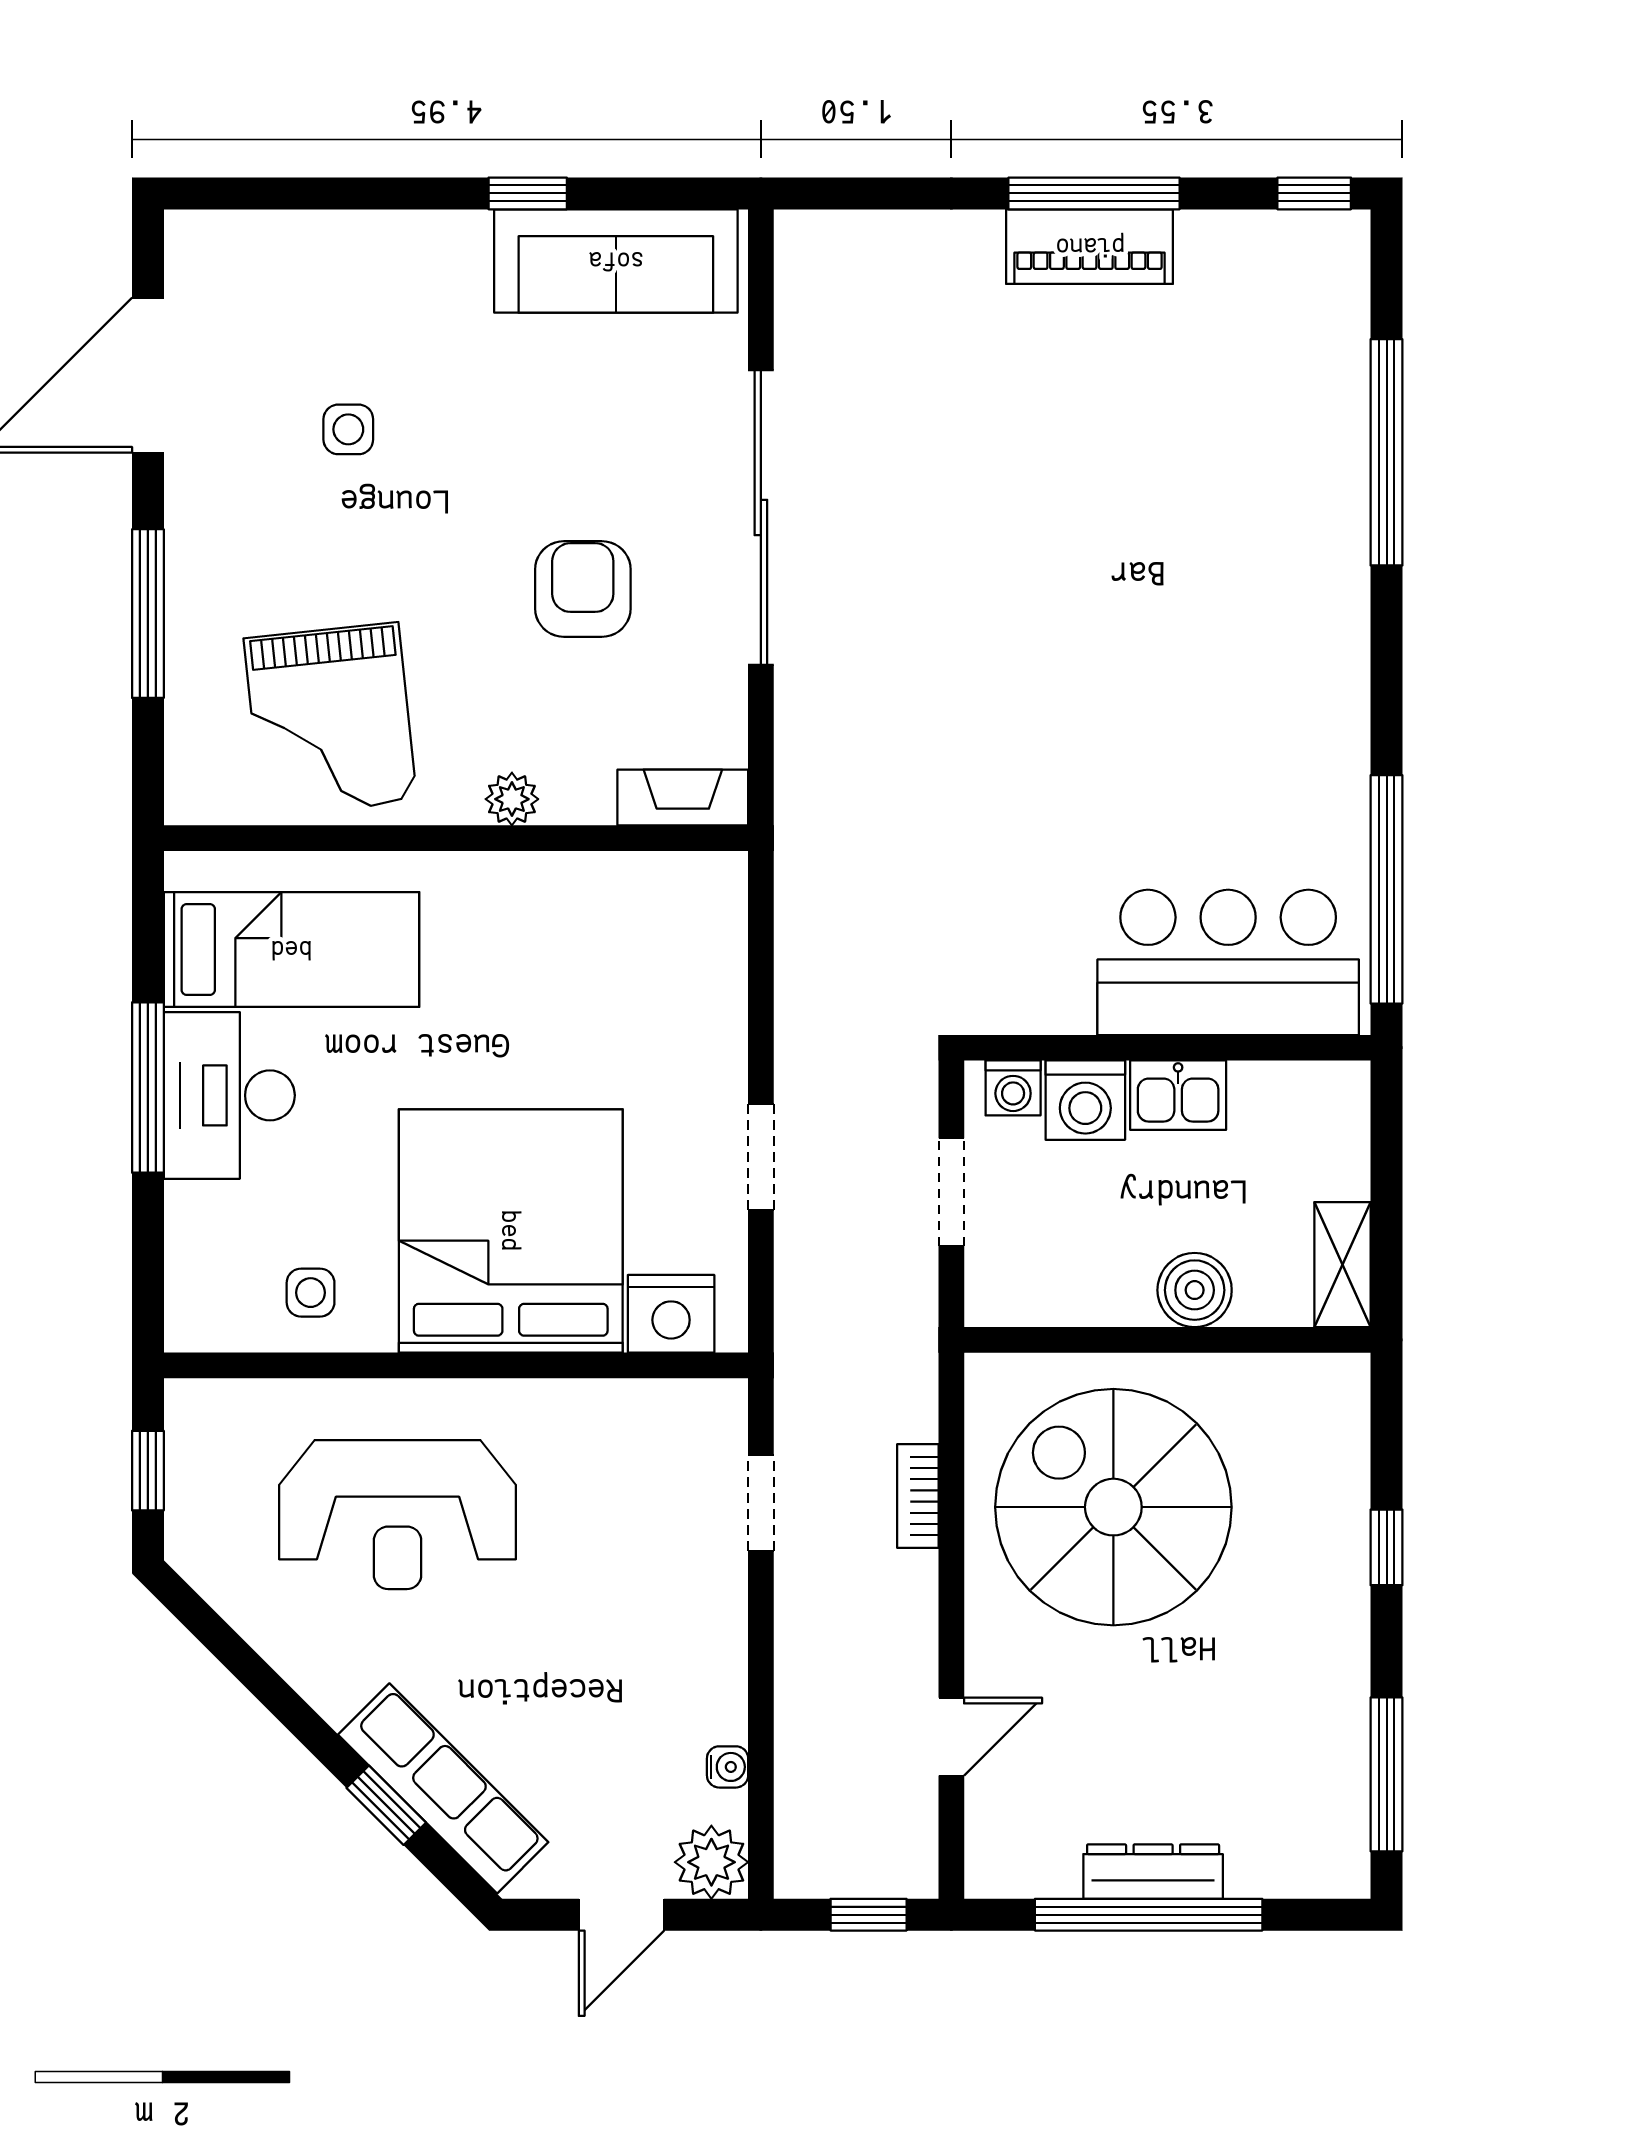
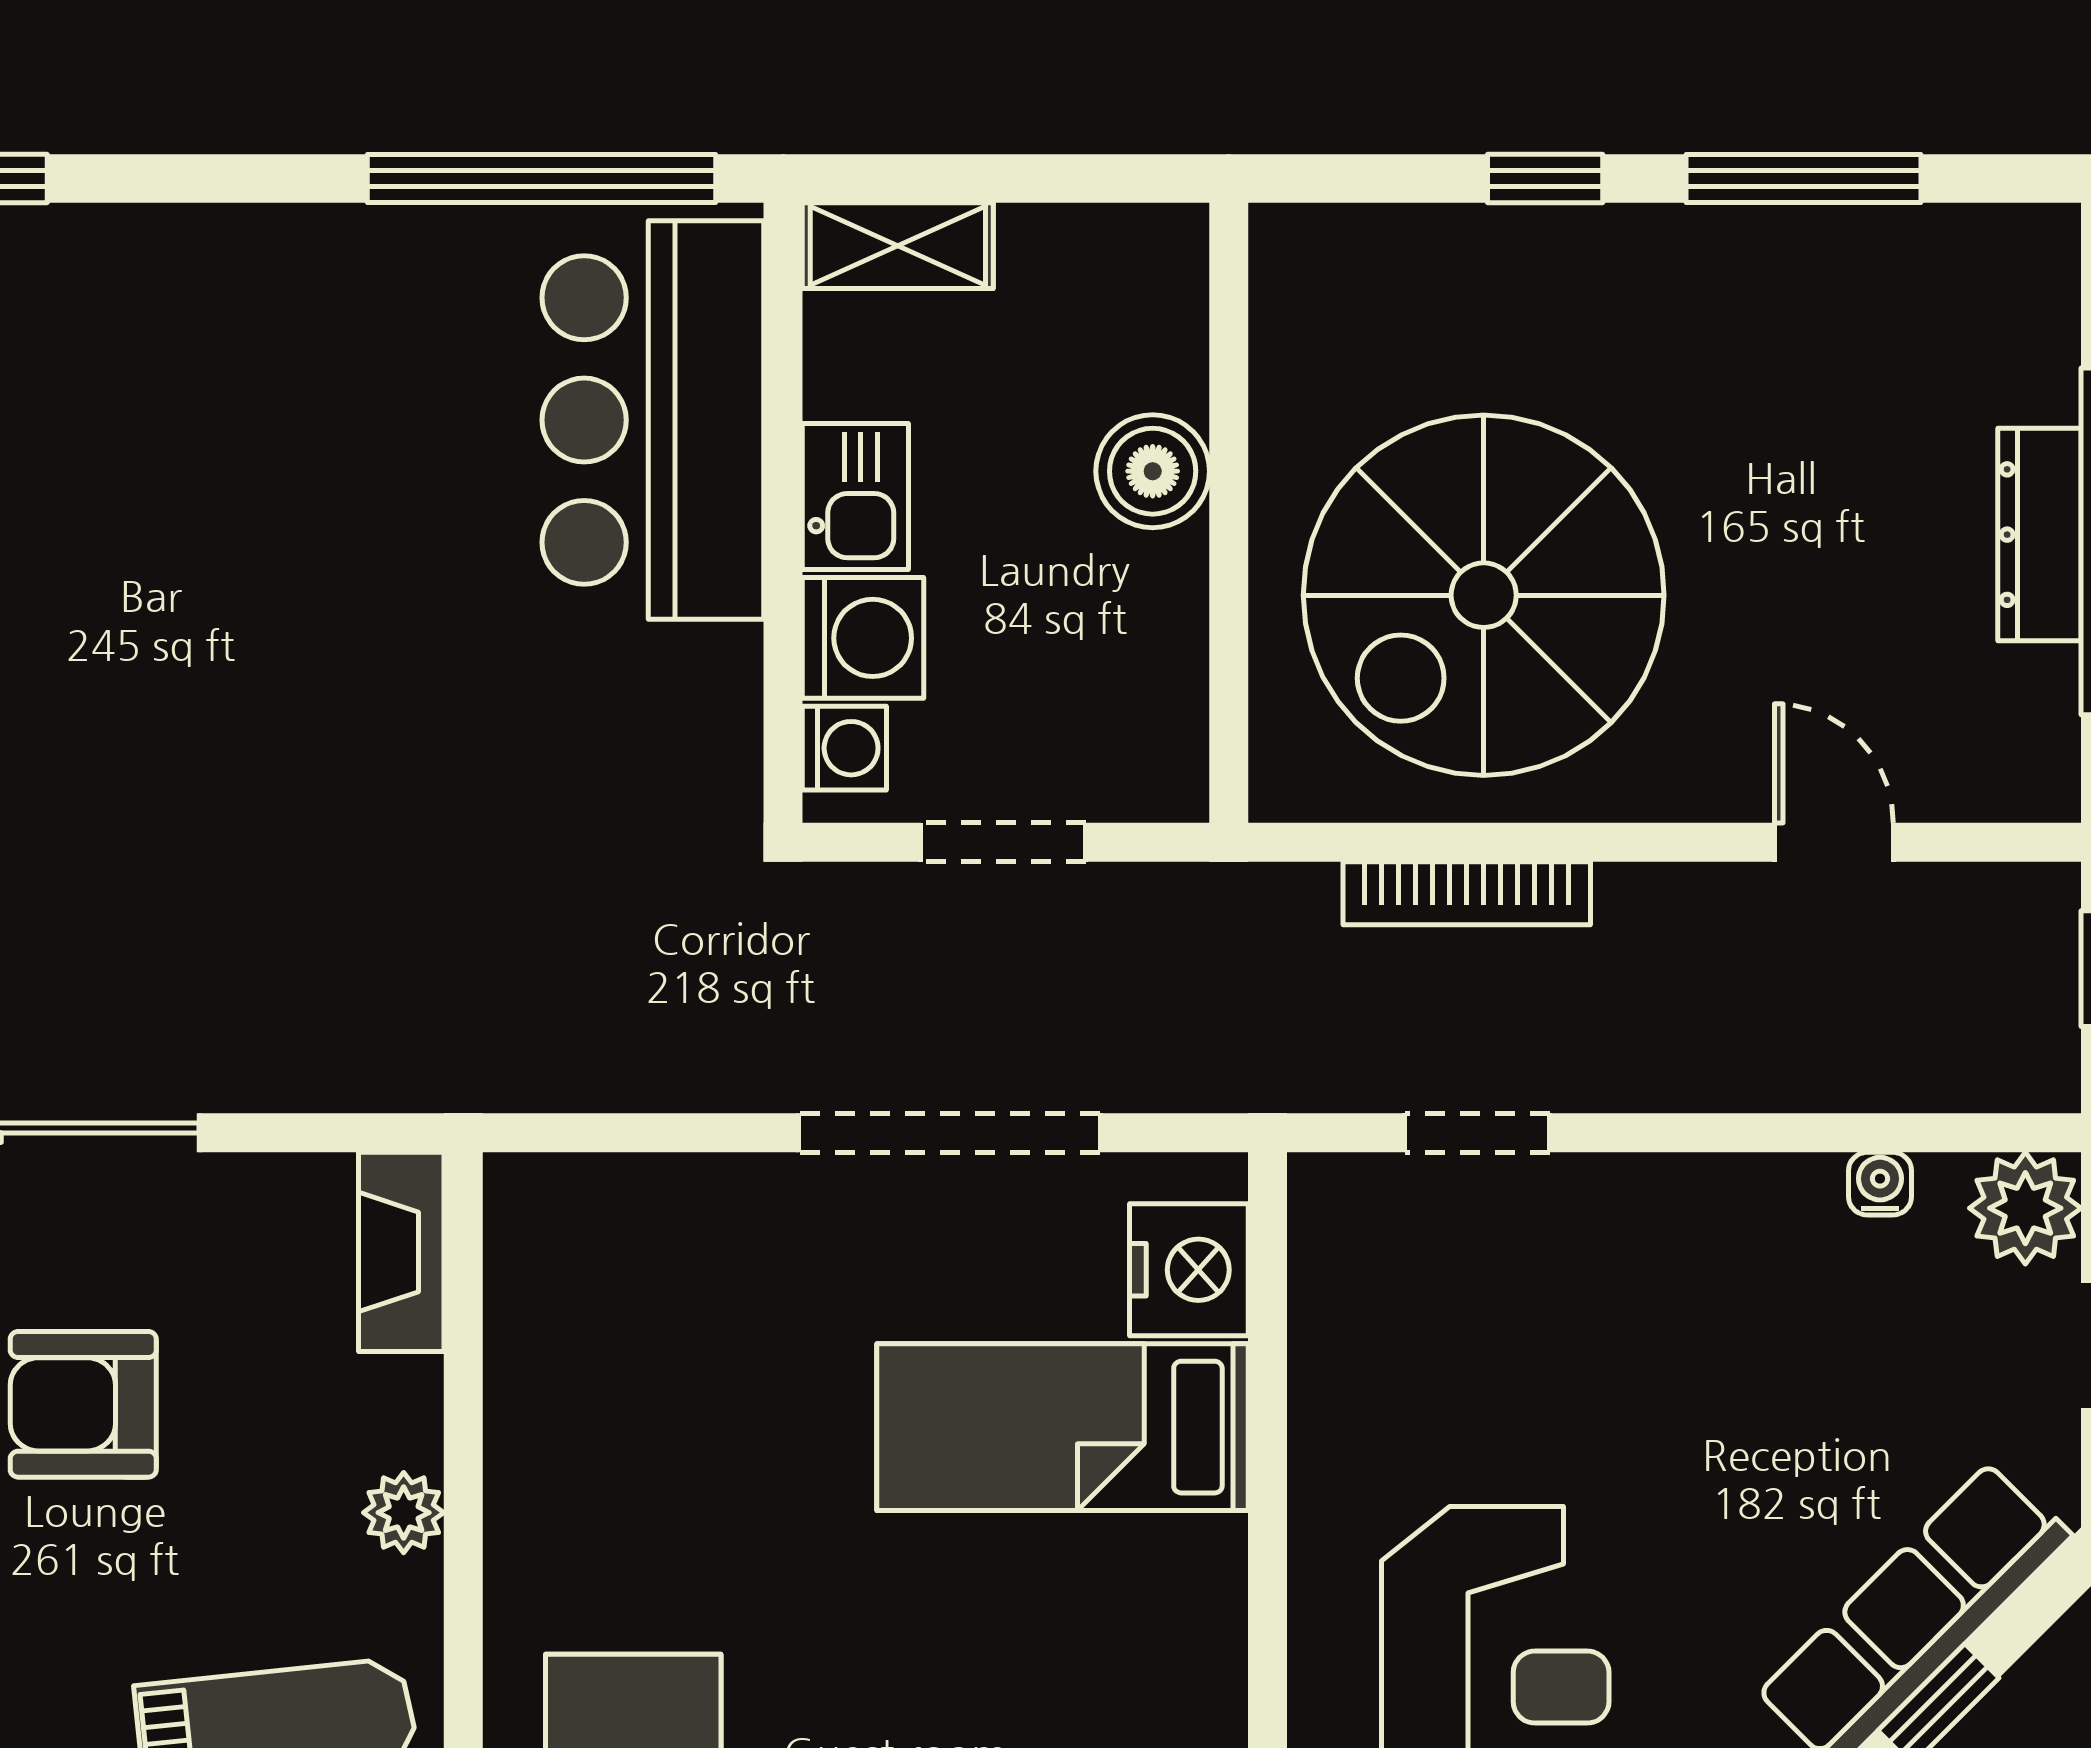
doorway: (761, 1157) -> (949, 1133), width x1.88
bed: (511, 1231) -> (1062, 1427), width x0.49
shelving: (1342, 1265) -> (898, 246), moved
bookcase: (918, 1496) -> (1467, 893), width x1.56
window: (1387, 1774) -> (1803, 179), moved

